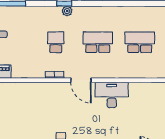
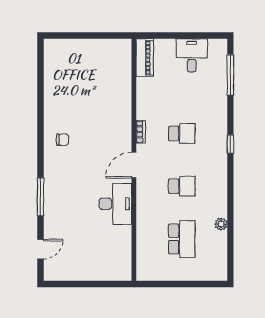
plant: (67, 11) -> (221, 224), moved
school desk: (98, 42) -> (182, 186), width x0.54

